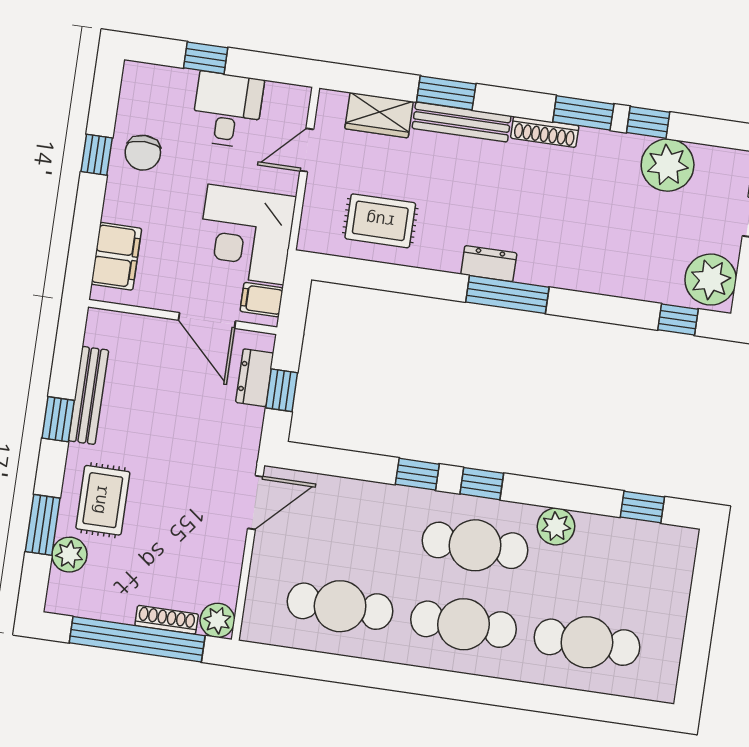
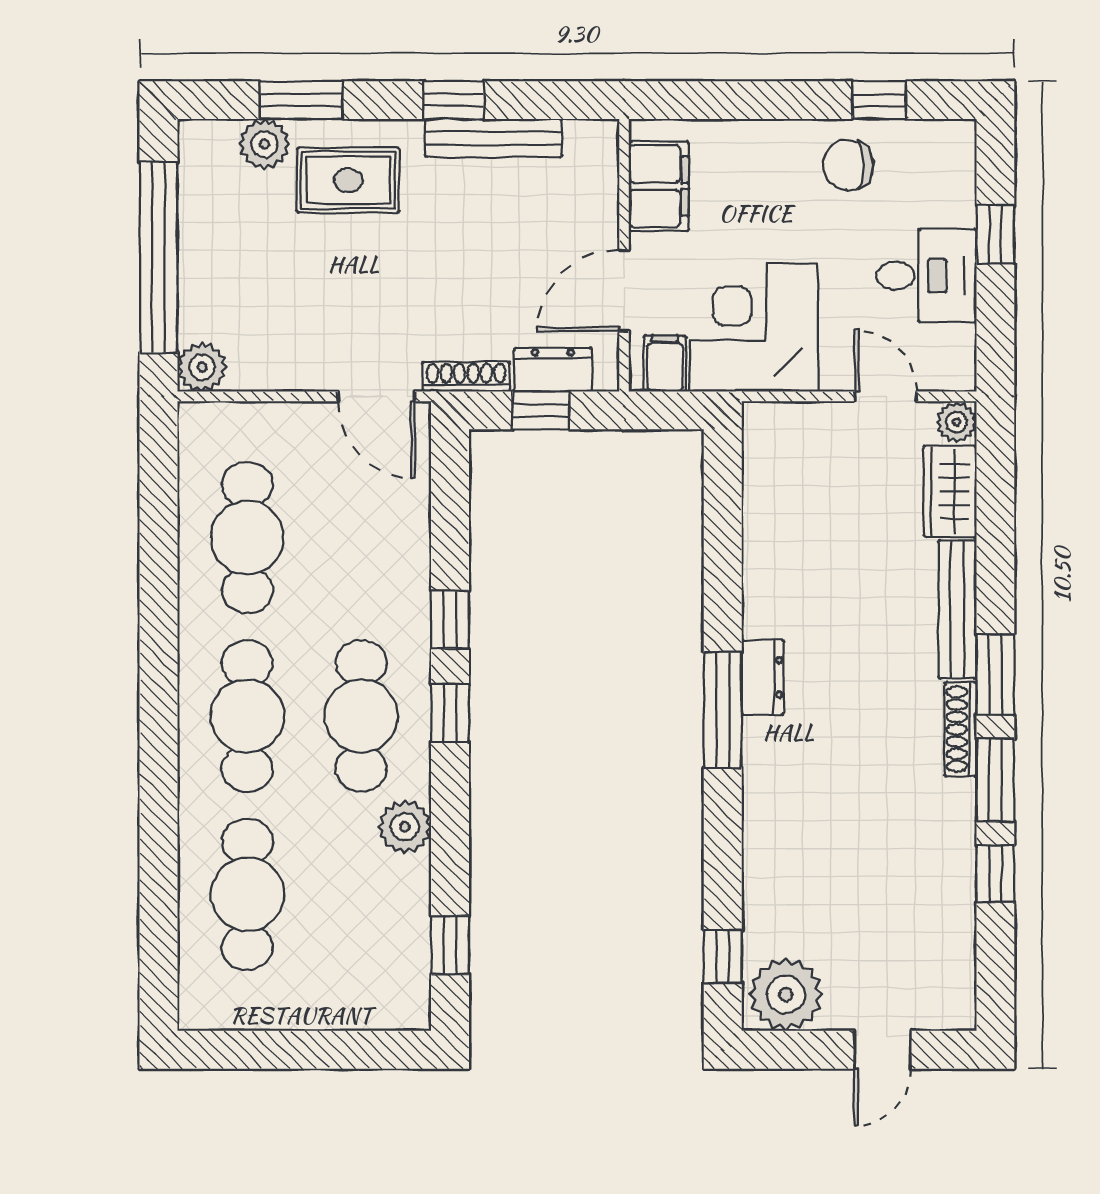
window: (446, 93) -> (995, 674), moved
window: (97, 155) -> (879, 100), moved
plant: (668, 165) -> (957, 422), moved, width x0.53, depth x0.53
rug: (380, 221) -> (801, 515), removed
filing cabinet: (116, 256) -> (659, 186), moved, turned -90
shoe rack: (167, 620) -> (466, 377), moved, turned -90

